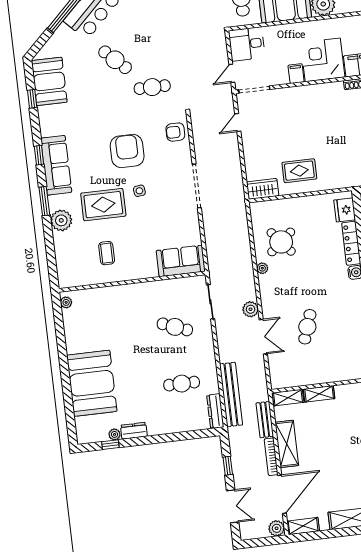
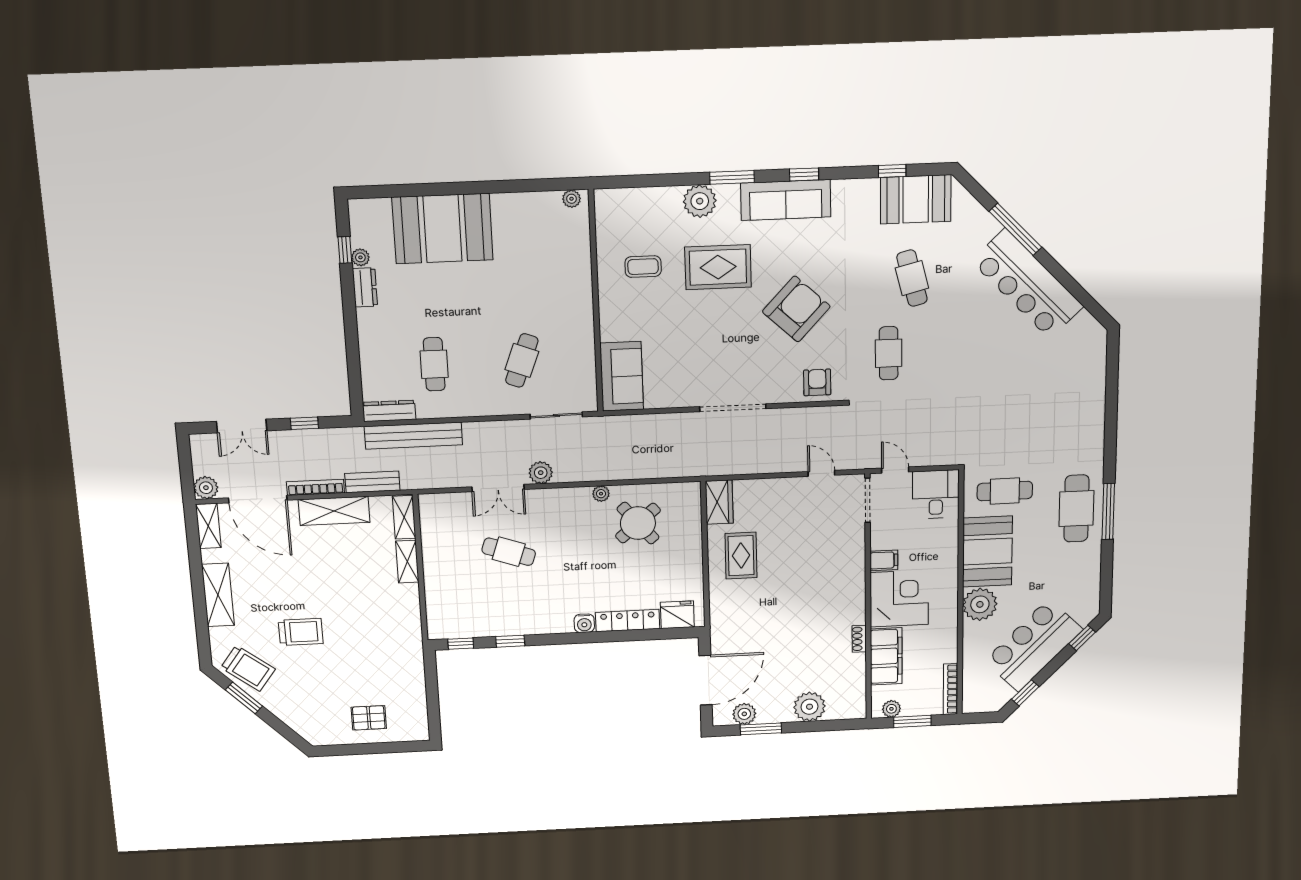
cafe table: (115, 60) -> (912, 278), moved, turned -58
armchair: (127, 151) -> (796, 309), turned -47
side table: (139, 191) -> (734, 323), removed
rug: (103, 205) -> (718, 267), turned 90

